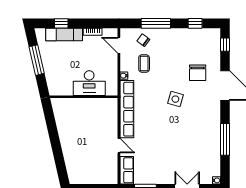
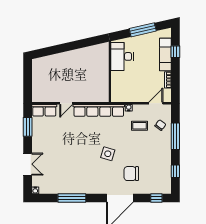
desk: (89, 83) -> (122, 56), moved

